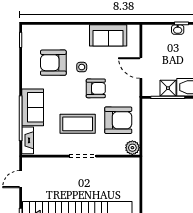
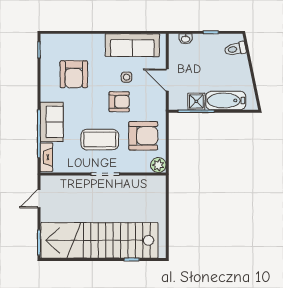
washbasin: (178, 30) -> (186, 39), moved
sofa: (108, 35) -> (132, 45), width x1.36
armchair: (53, 63) -> (74, 74), turned -90
side table: (82, 67) -> (127, 77), moved

